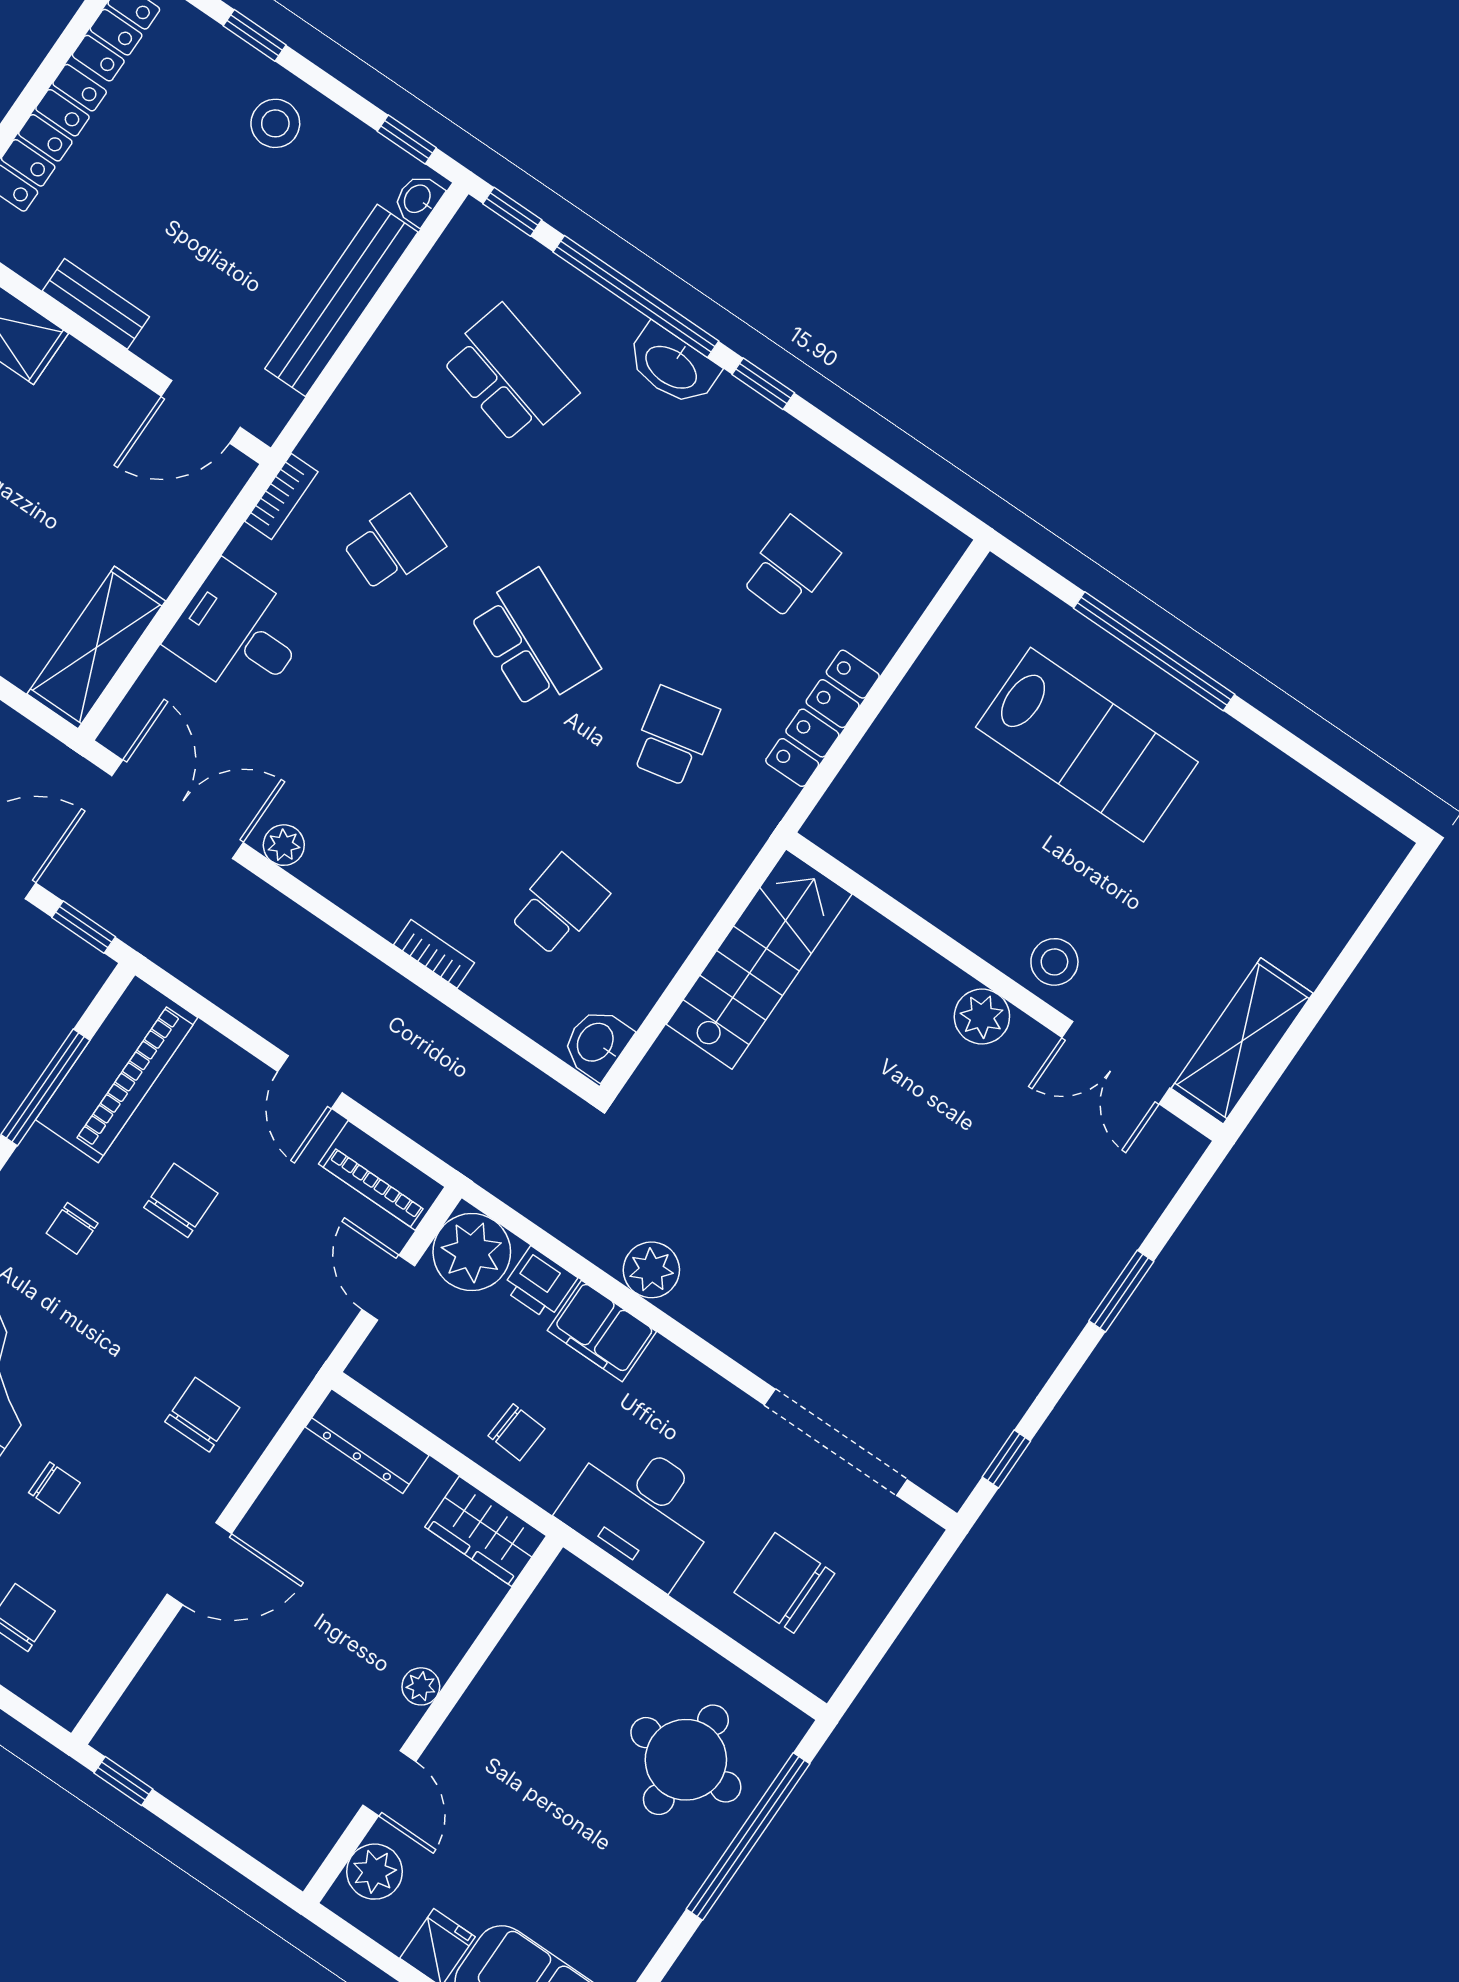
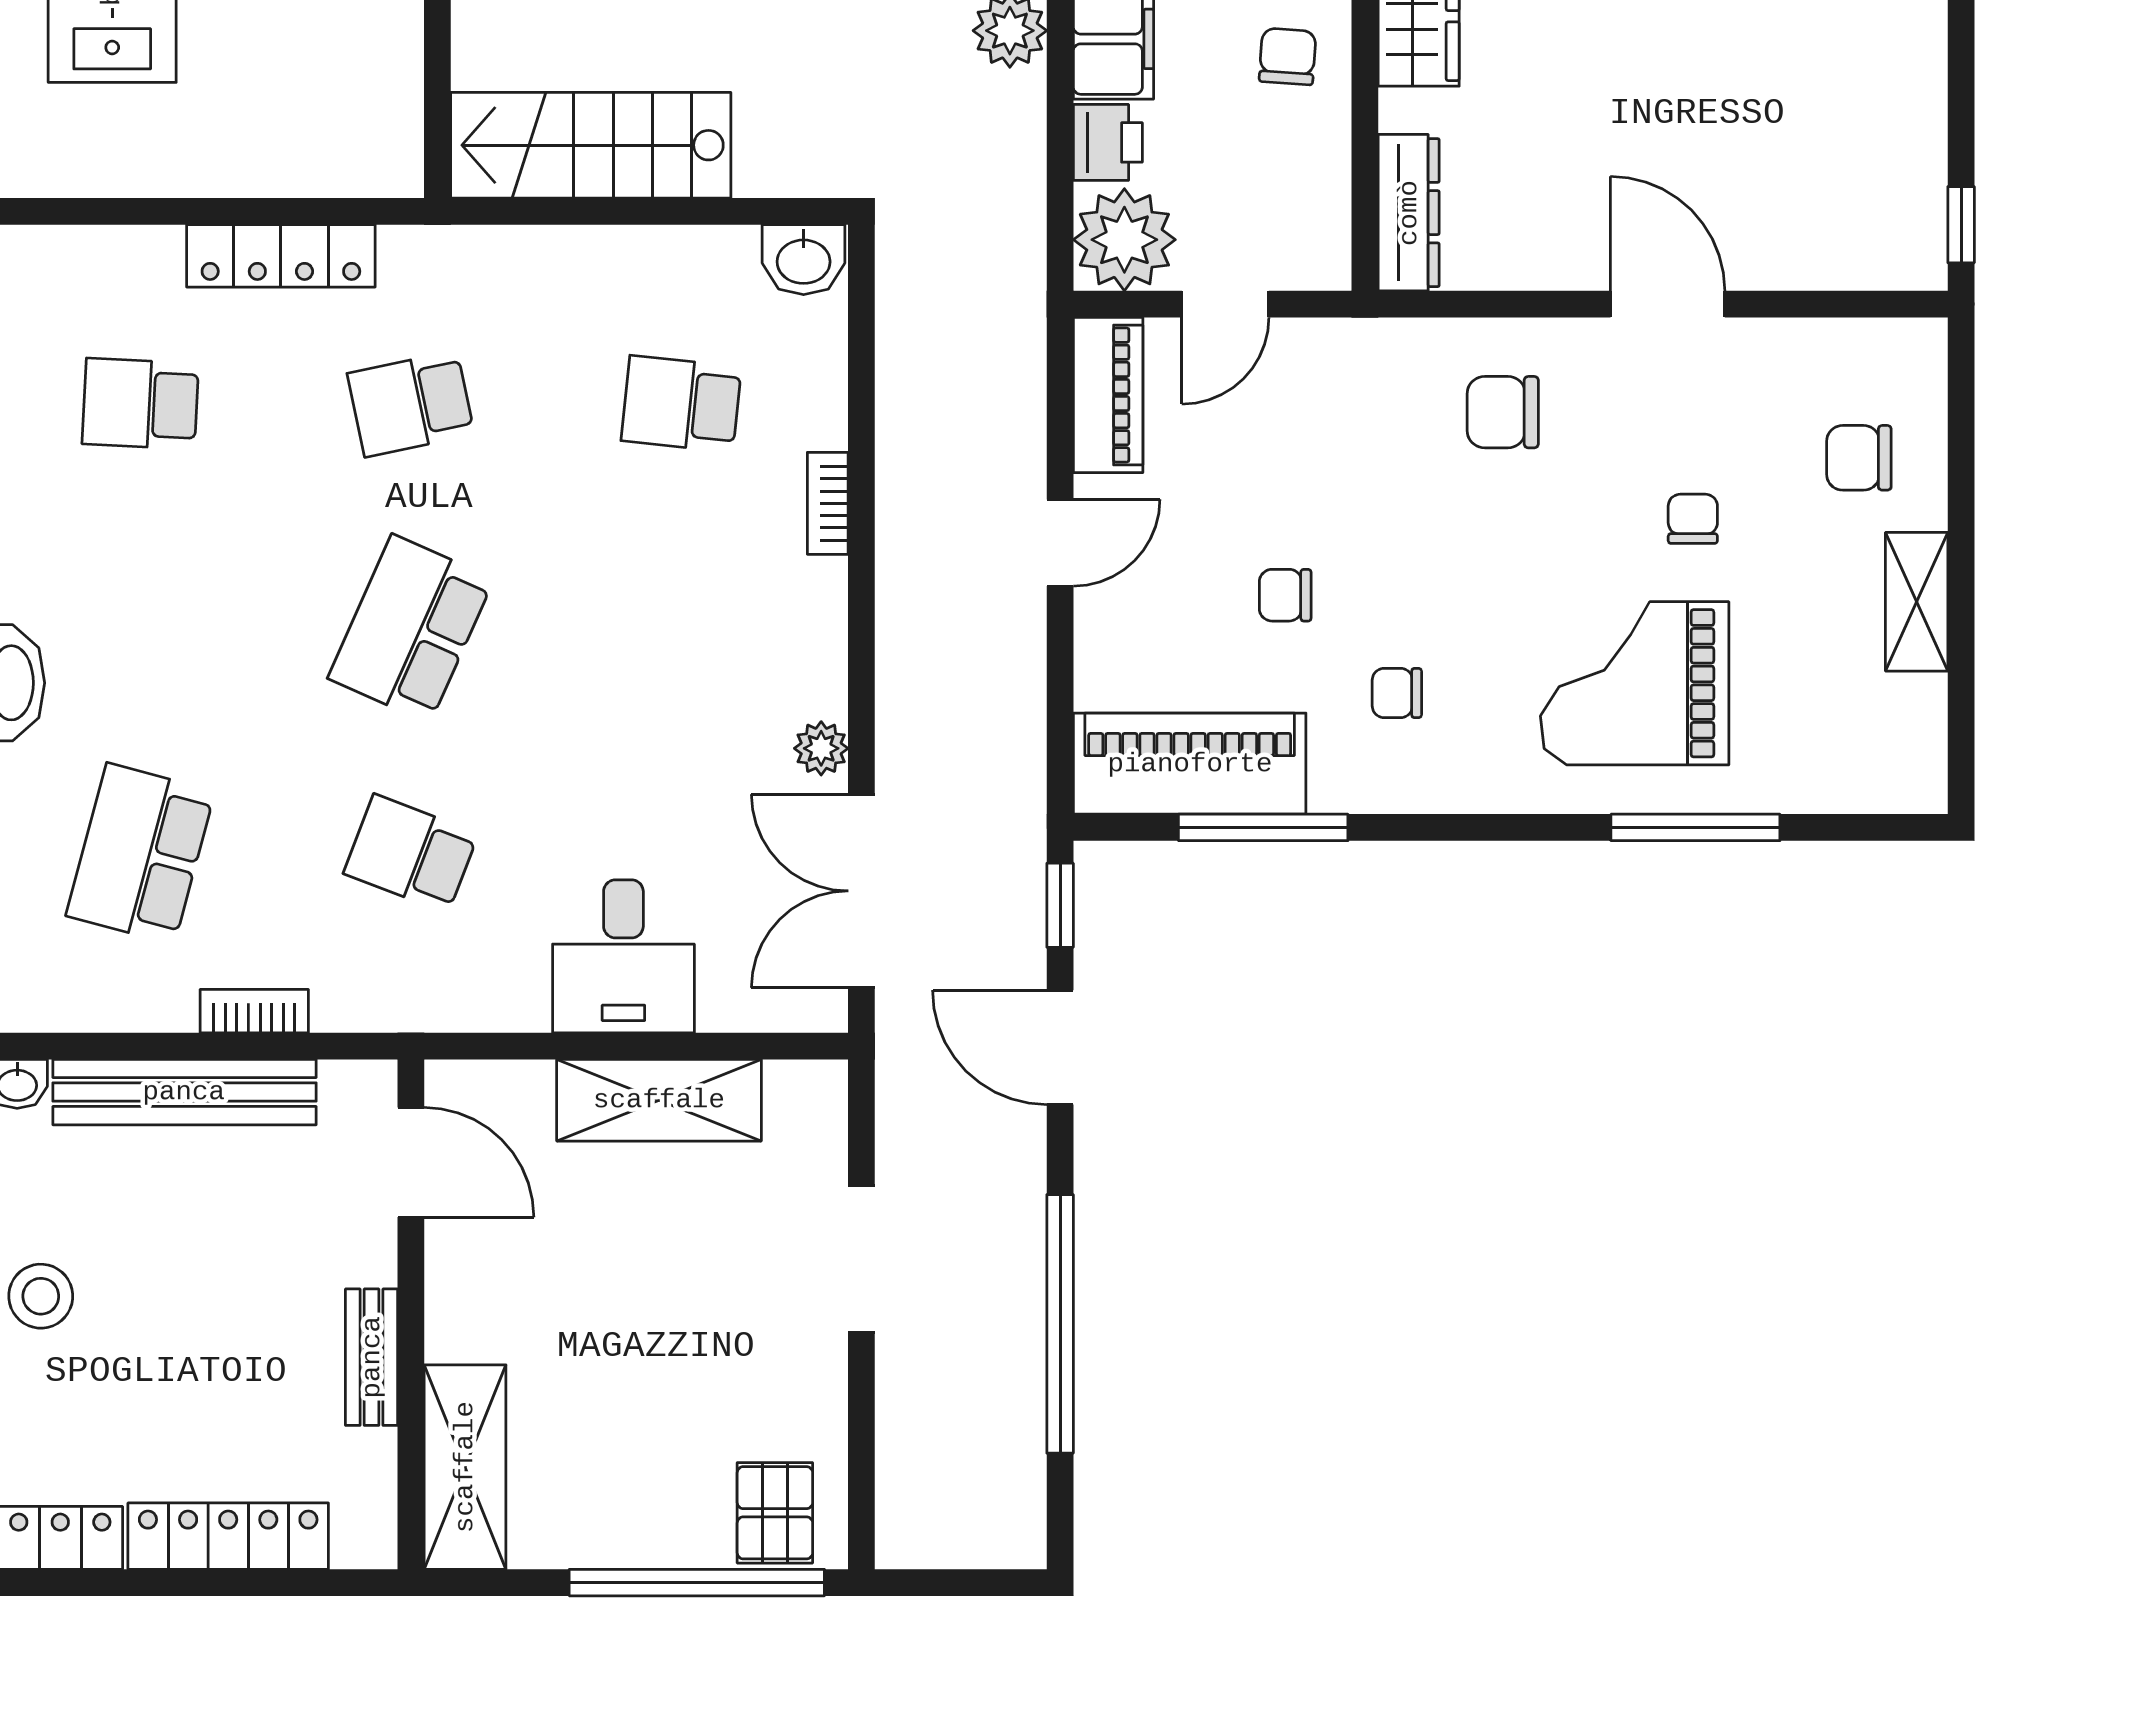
bookcase: (281, 497) -> (254, 1011), moved
shelving: (96, 648) -> (659, 1100), moved
chair: (181, 1200) -> (1285, 595), width x0.73, depth x0.73
chair: (72, 1228) -> (1397, 693), turned 180

